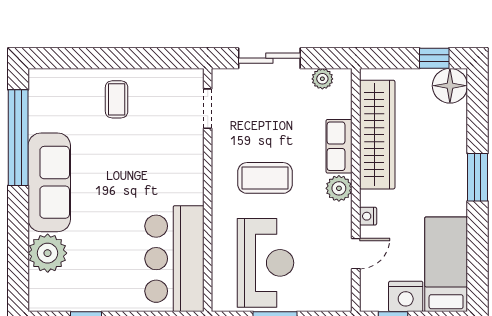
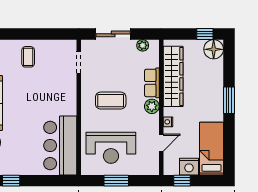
reception desk: (265, 263) -> (111, 148), turned 90

